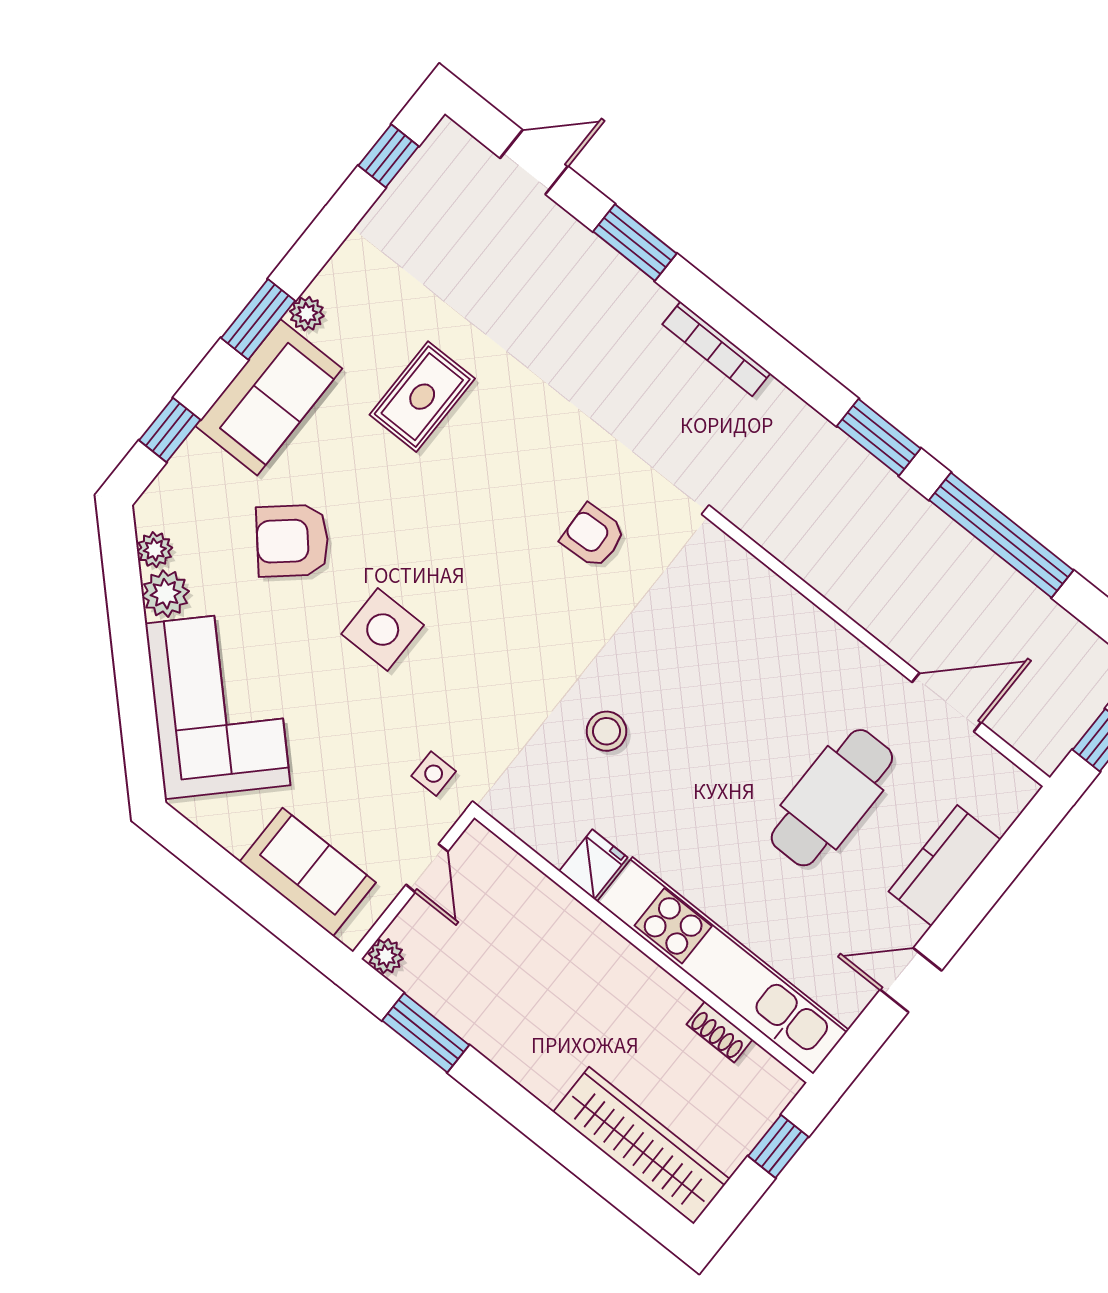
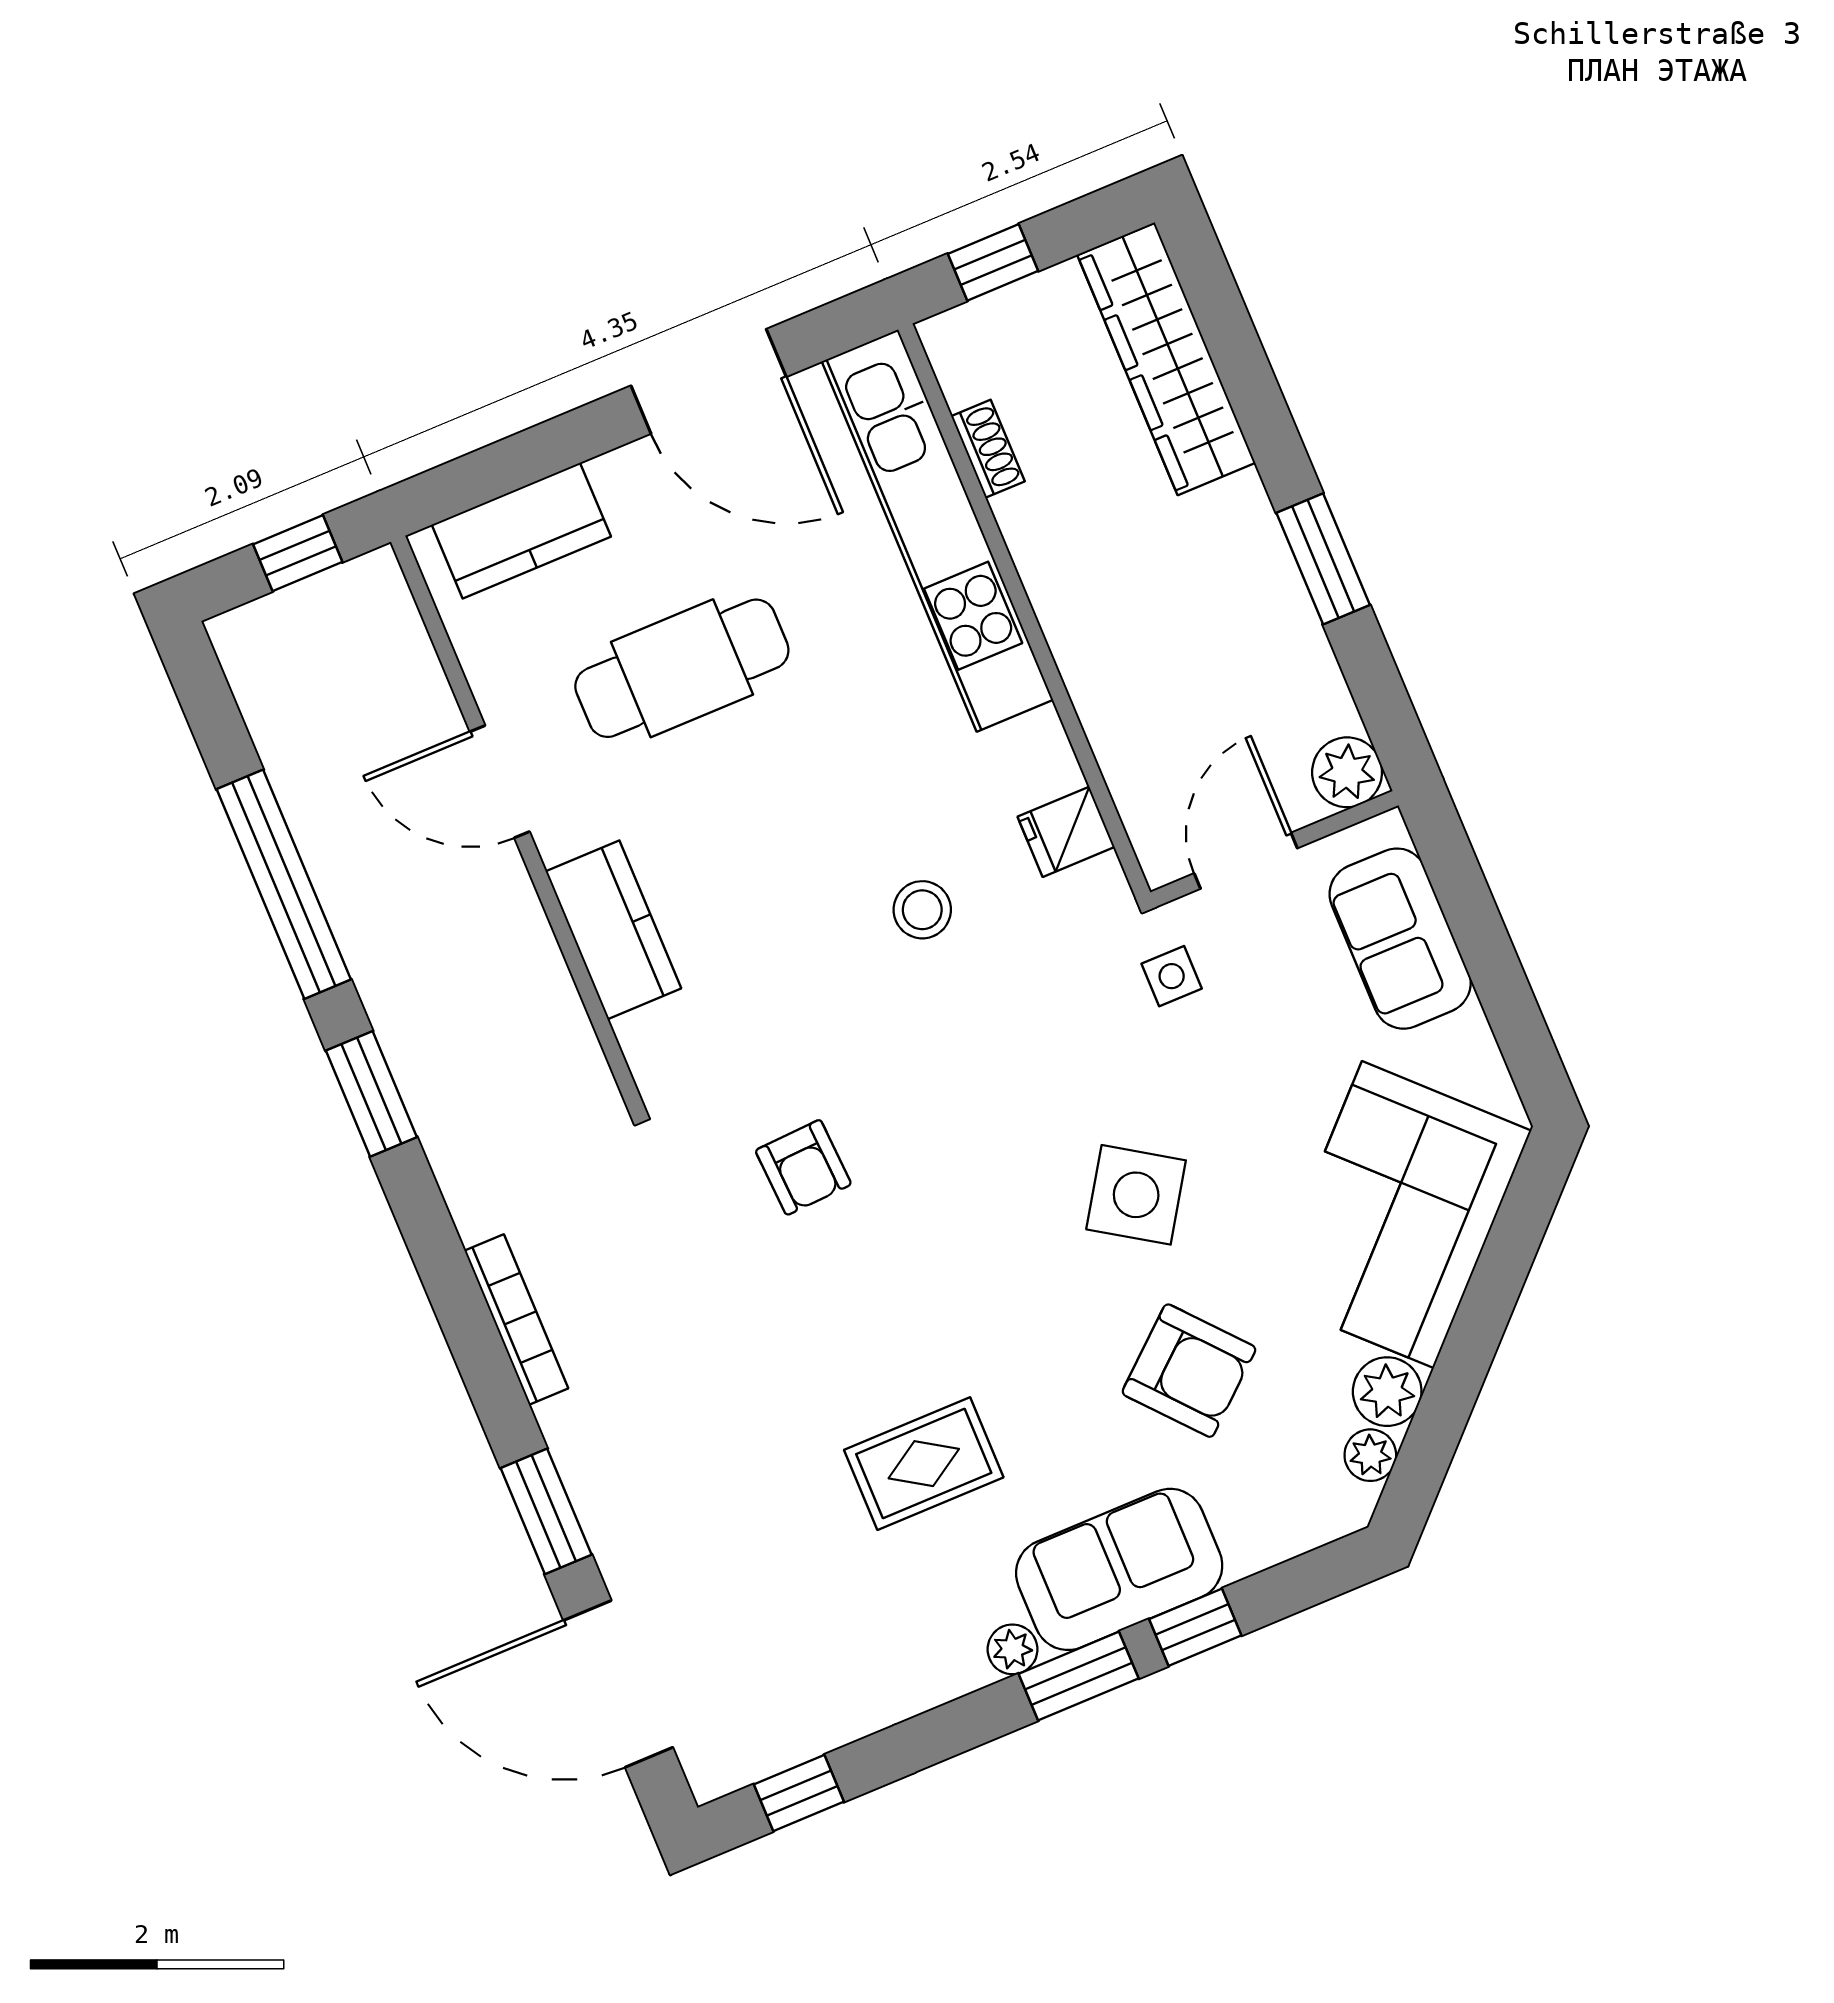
door: (534, 162) -> (618, 1684), width x1.87
window: (170, 430) -> (1195, 1627), moved
kitchen counter: (787, 617) -> (613, 930), added
side table: (383, 630) -> (1136, 1195), turned 33
door: (947, 702) -> (500, 782), moved
fridge: (593, 864) -> (1066, 832), moved
kitchen counter: (945, 866) -> (521, 531), moved
door: (427, 868) -> (1246, 861), width x1.38
plant: (386, 956) -> (1347, 772), width x1.38, depth x1.38
door: (911, 980) -> (709, 381), width x1.88
window: (426, 1033) -> (1323, 559), moved

